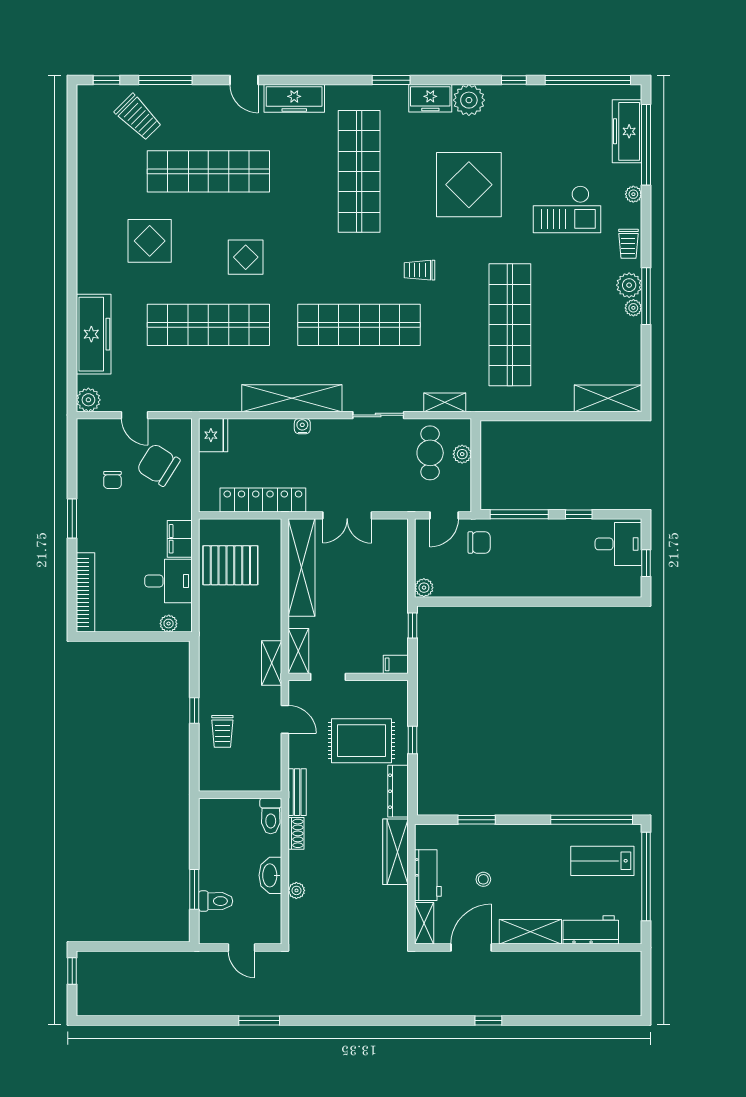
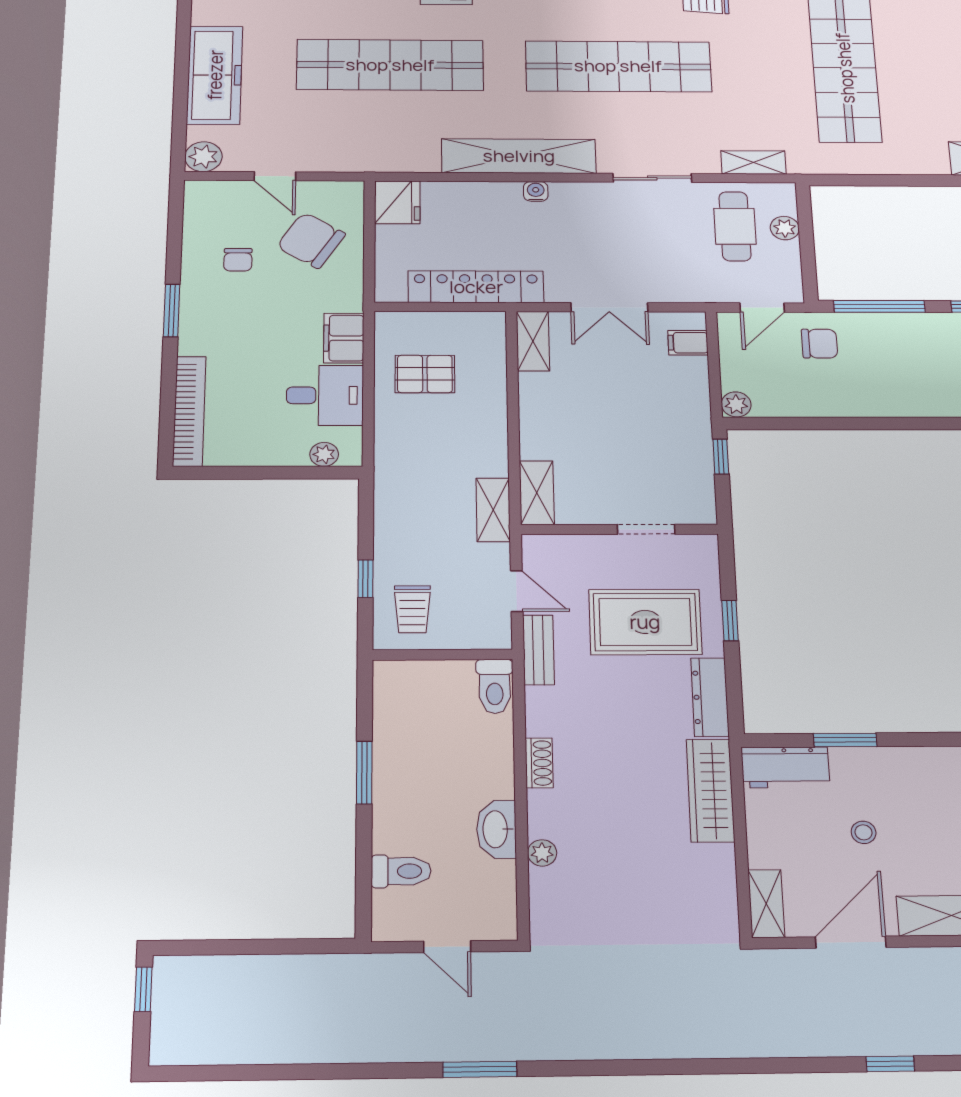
pallet: (230, 565) -> (425, 374), width x0.67, depth x0.71
shelving: (301, 568) -> (533, 341), width x0.45, depth x0.75
filing cabinet: (396, 664) -> (688, 343), moved
doorway: (328, 677) -> (646, 529), moved
bench: (297, 792) -> (538, 650), moved
wall: (240, 795) -> (443, 655), moved
toilet: (271, 816) -> (495, 686), moved
workbench: (428, 875) -> (785, 767), moved, turned 90
window: (194, 889) -> (364, 773), moved

